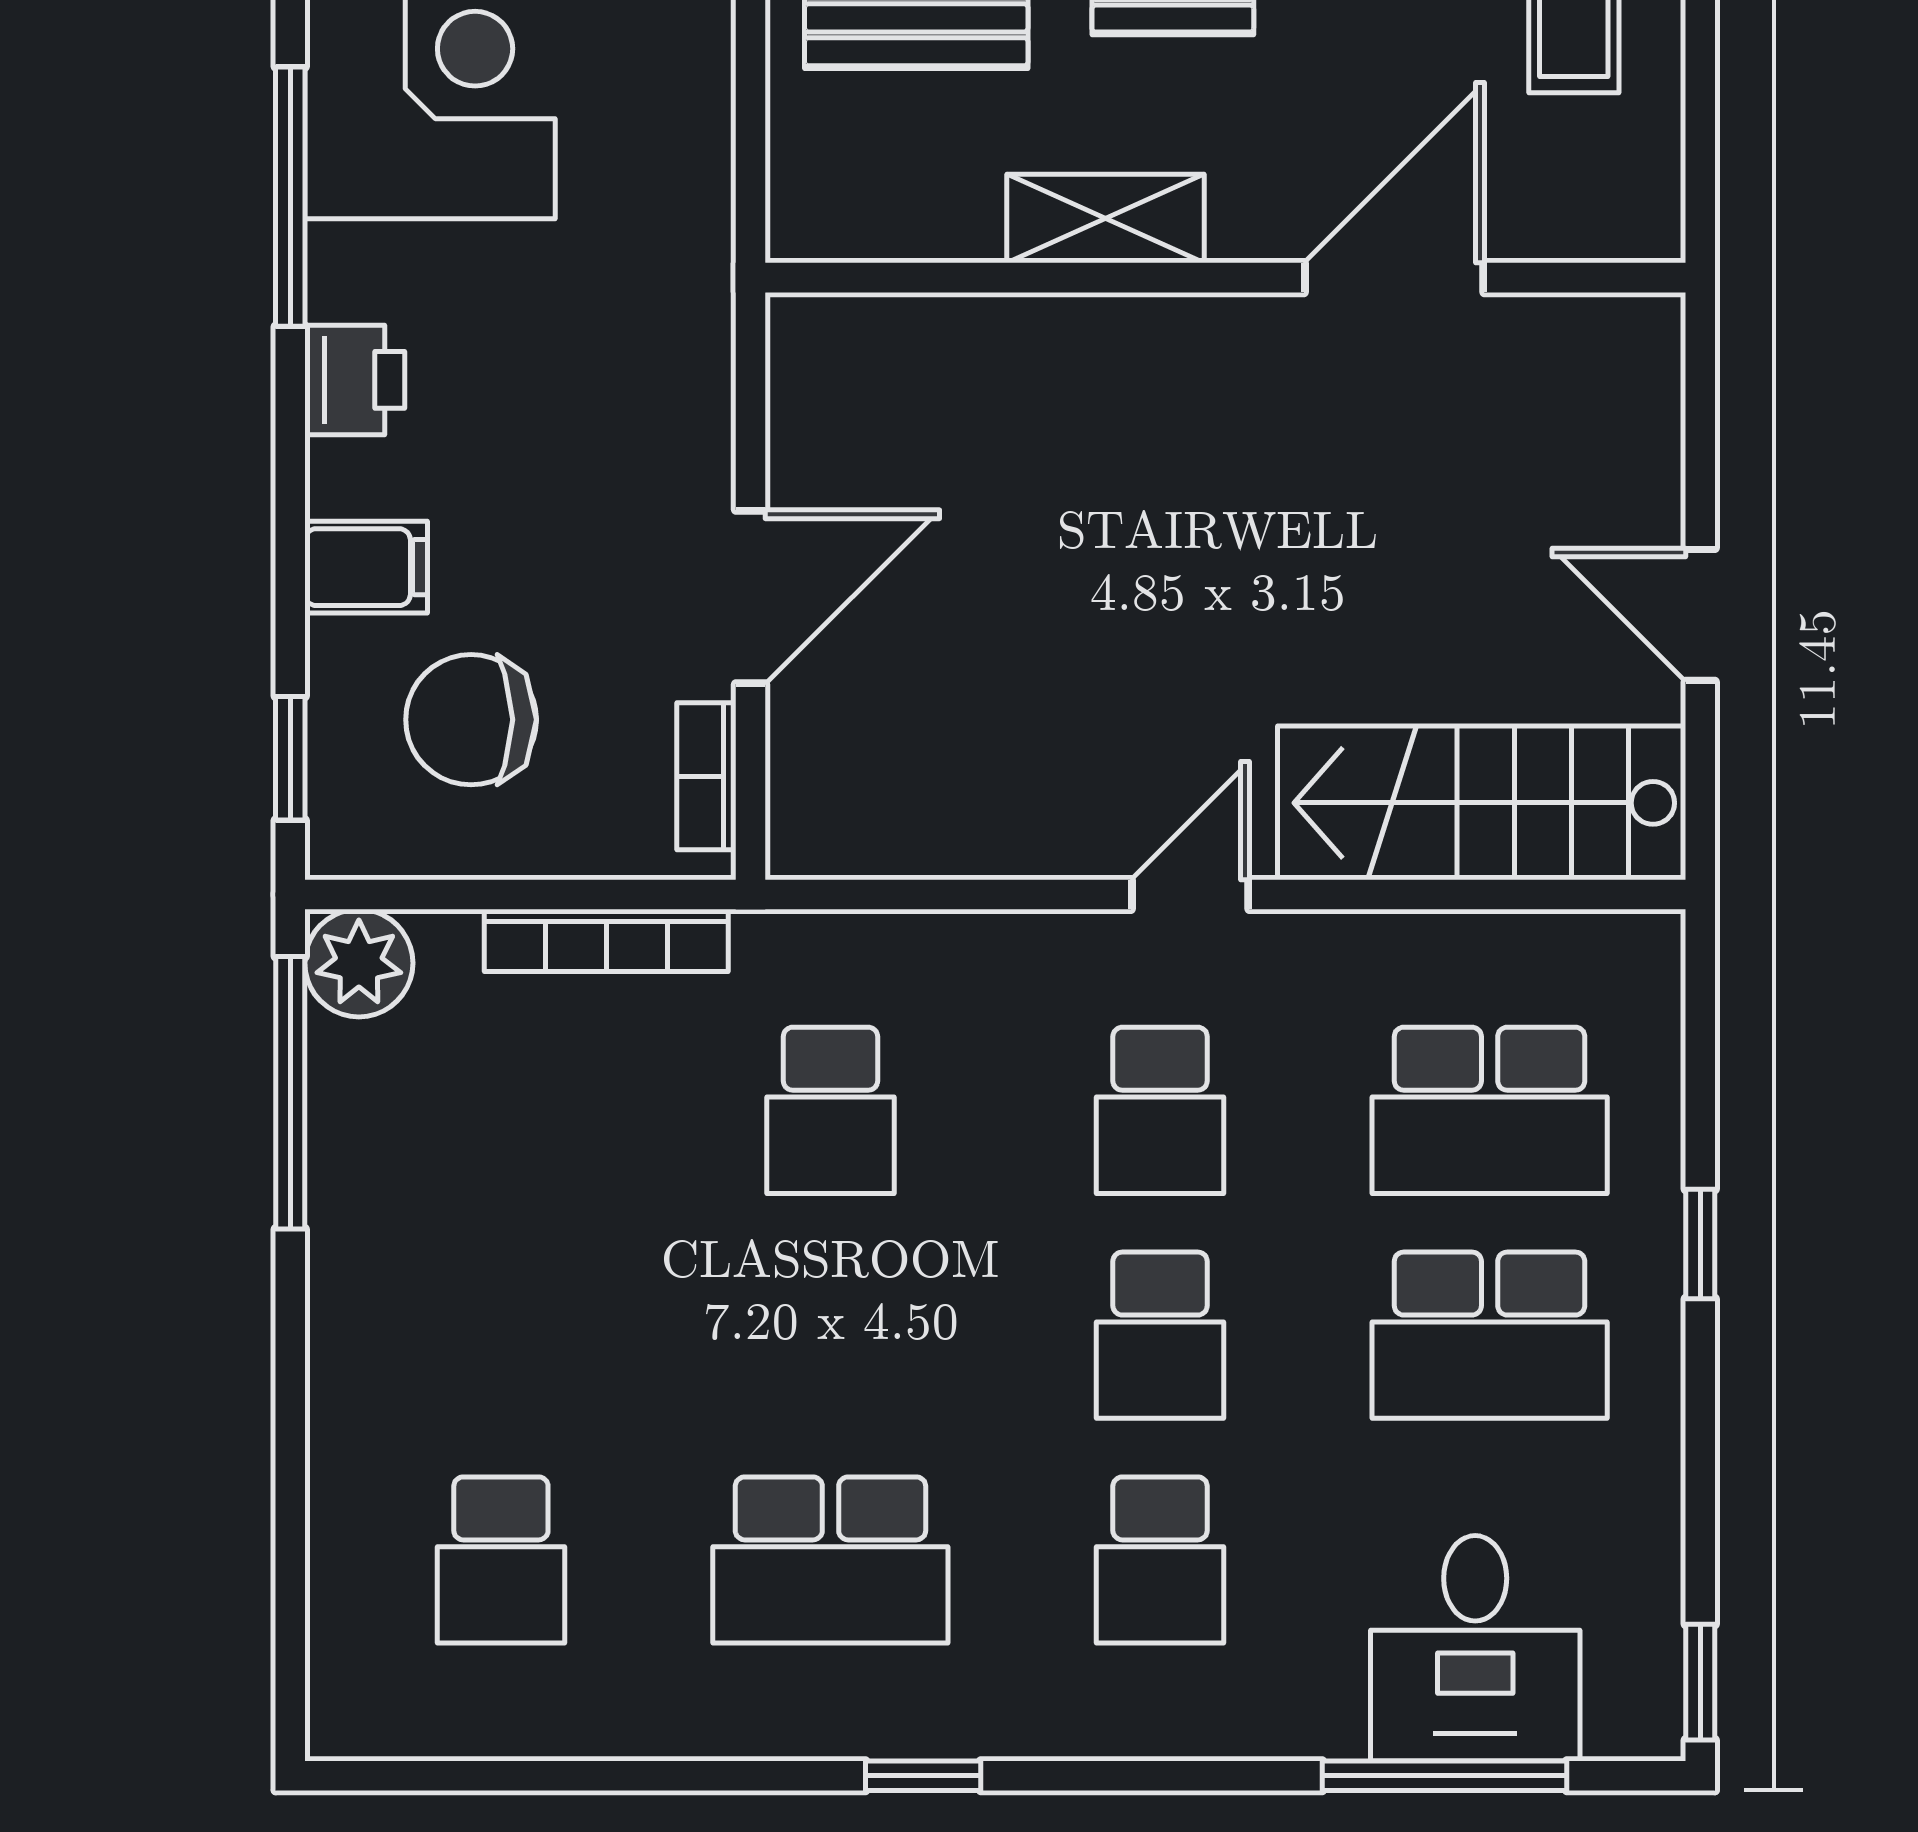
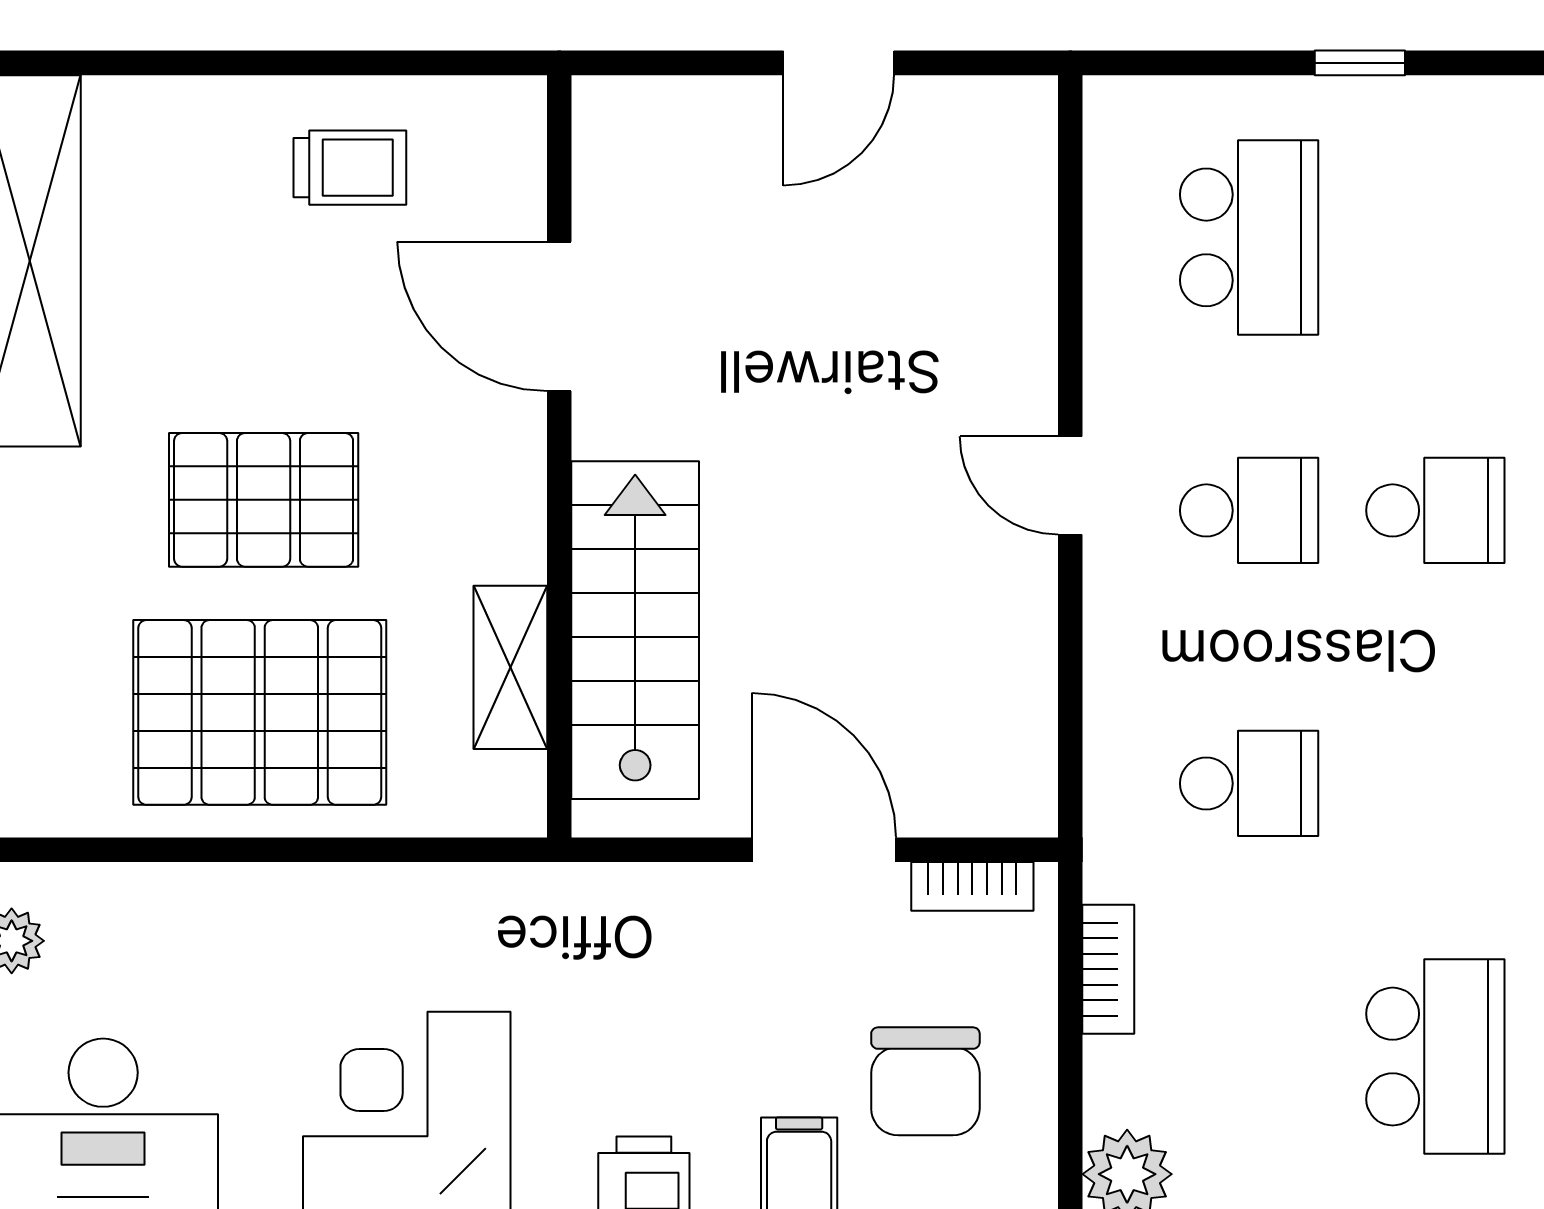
shelving: (1106, 219) -> (510, 667), moved
stairs: (1482, 803) -> (635, 630), moved, turned 180
bookcase: (606, 940) -> (1108, 969), width x0.64
school desk: (1490, 1335) -> (1435, 1057), moved

